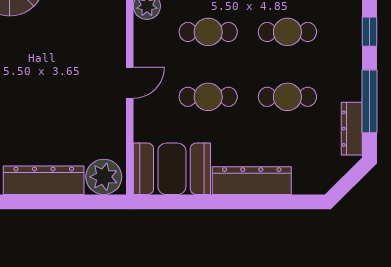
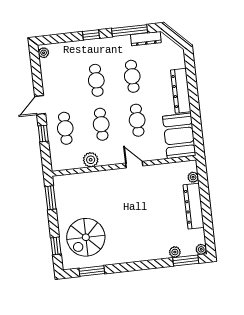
plant: (104, 177) -> (193, 177), width x0.53, depth x0.53

